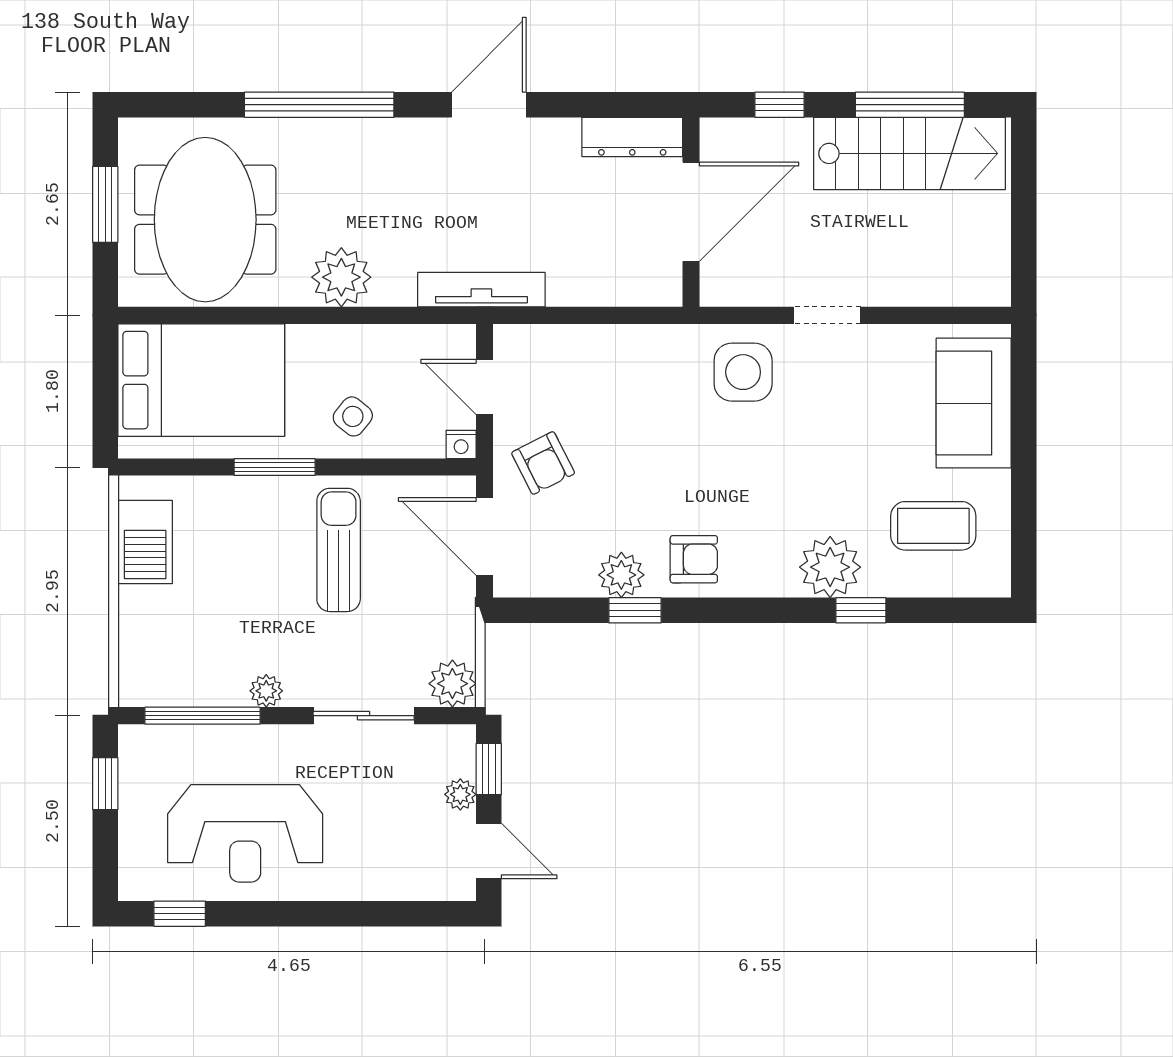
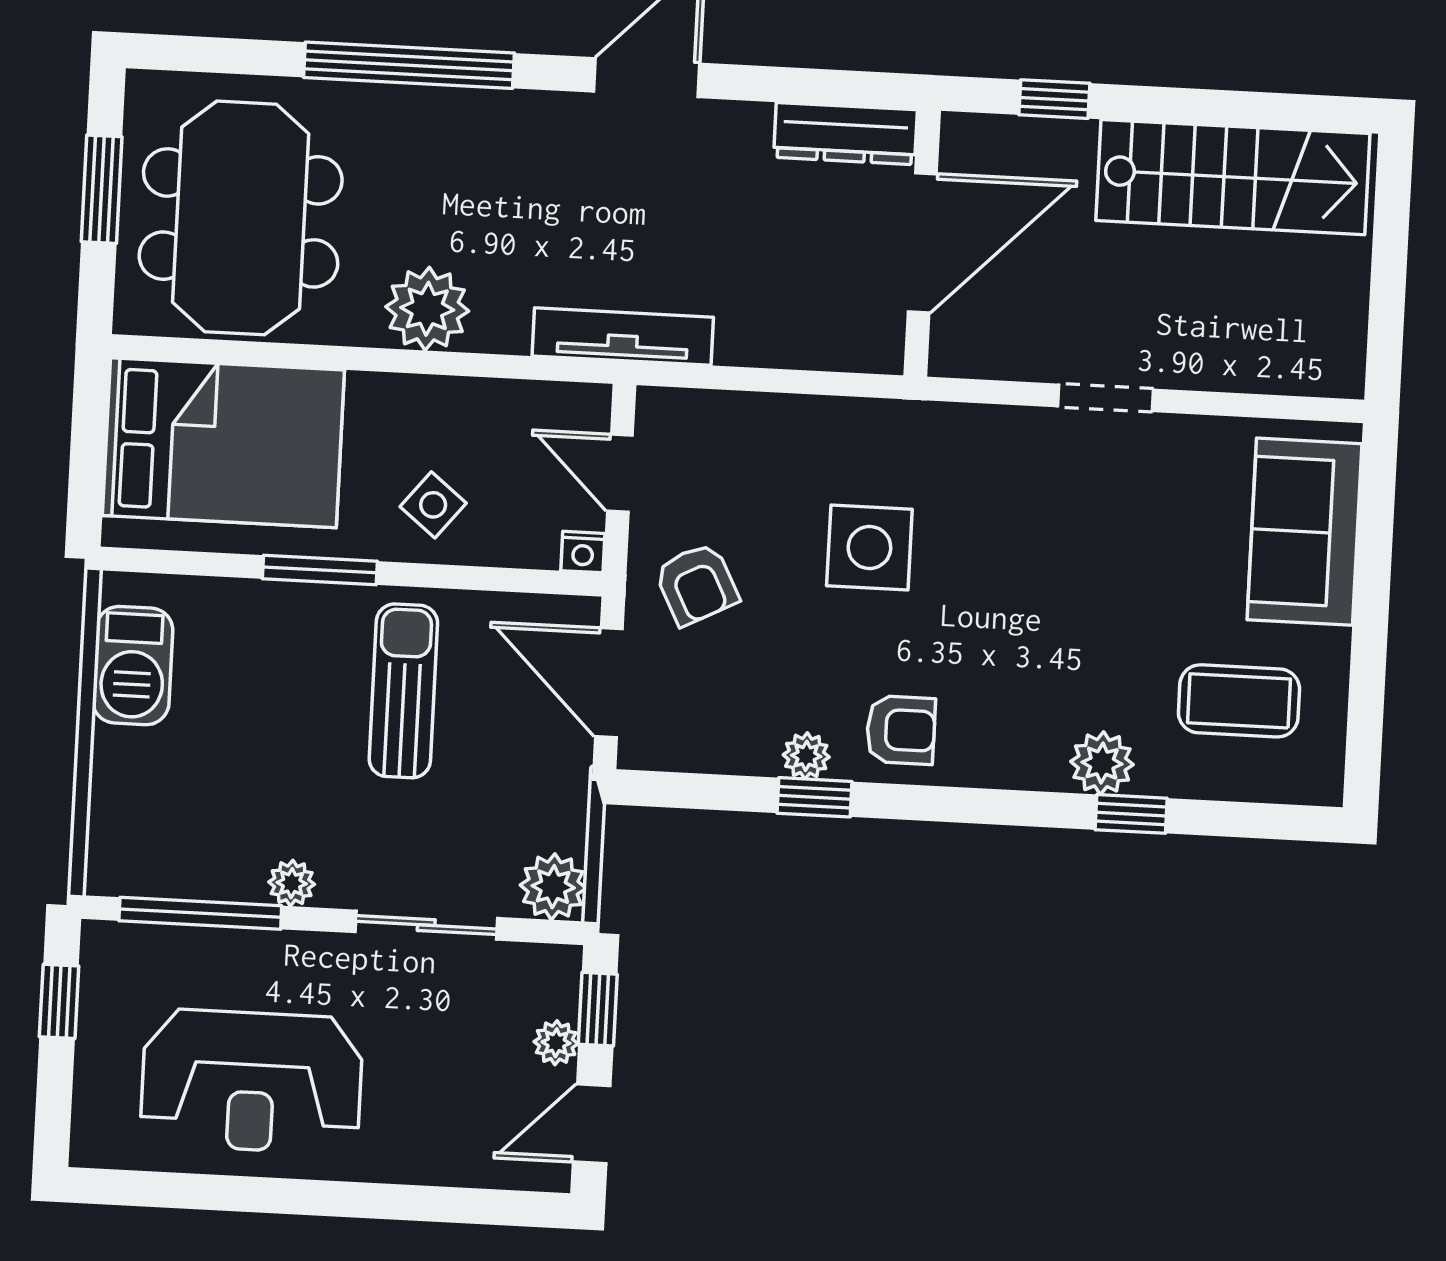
window: (910, 105) -> (1237, 109), removed
side table: (743, 372) -> (869, 547), moved
plant: (830, 567) -> (1102, 763), width x0.73, depth x0.73
plant: (621, 575) -> (806, 756), width x0.73, depth x0.73
door: (489, 851) -> (592, 1124), swing flipped
window: (180, 914) -> (154, 1189), removed

